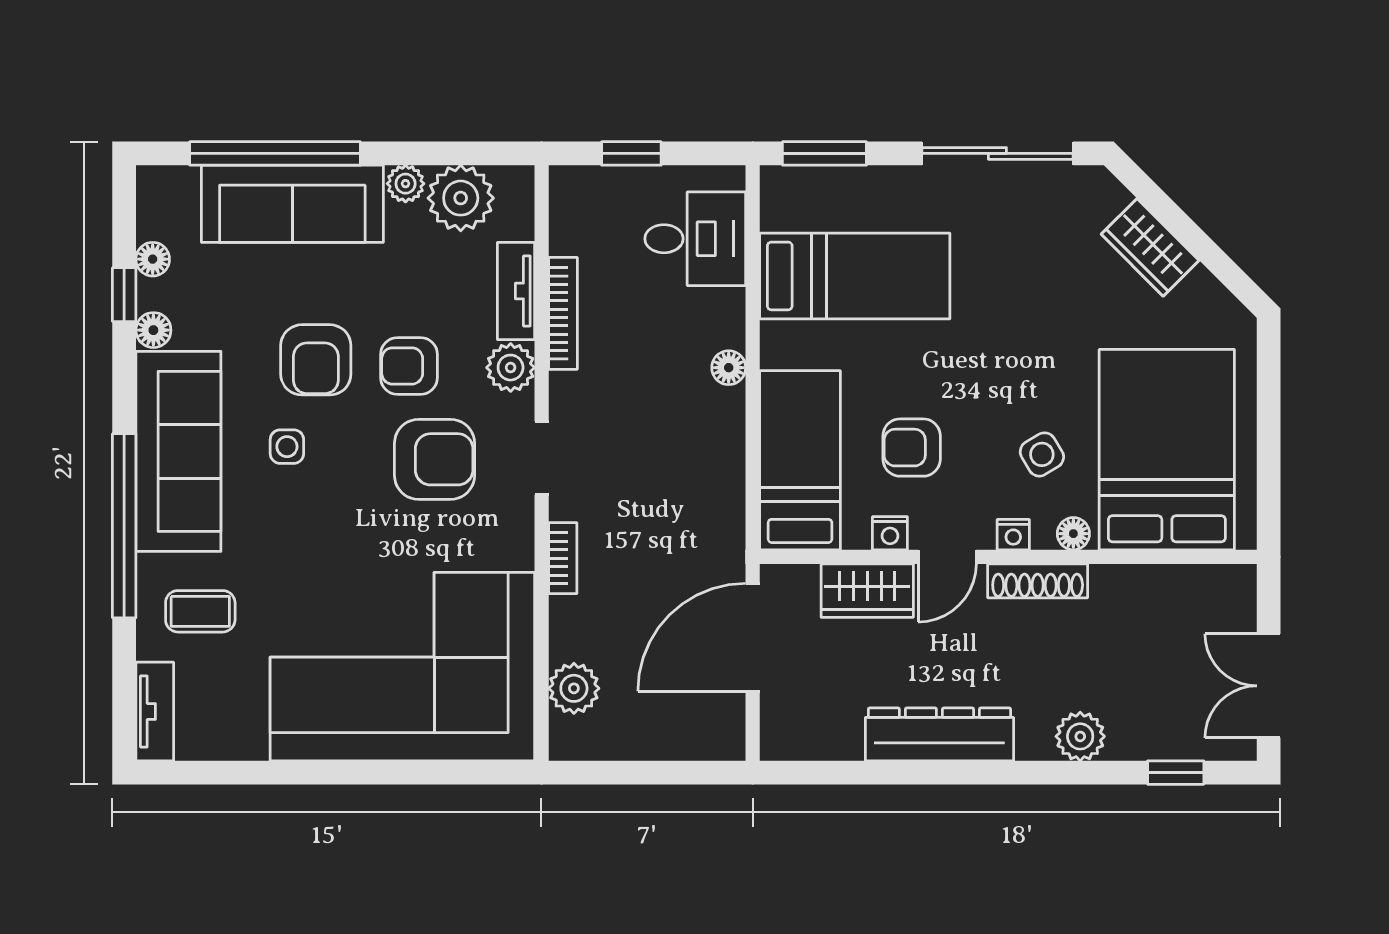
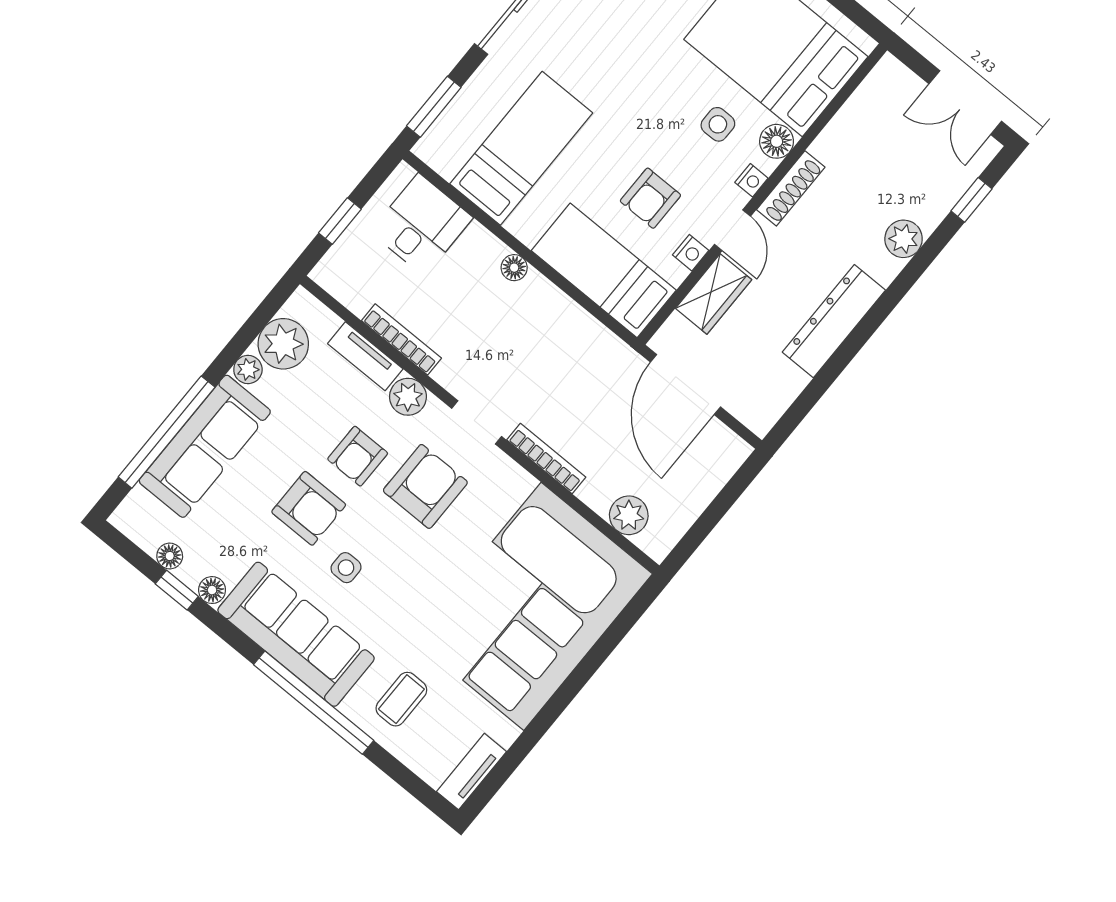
side table: (1042, 454) -> (718, 124), turned 31
floor lamp: (1073, 534) -> (777, 141), width x1.37, depth x1.37
bookcase: (563, 558) -> (546, 458), width x1.56
tv unit: (155, 712) -> (471, 772), moved, turned -90

